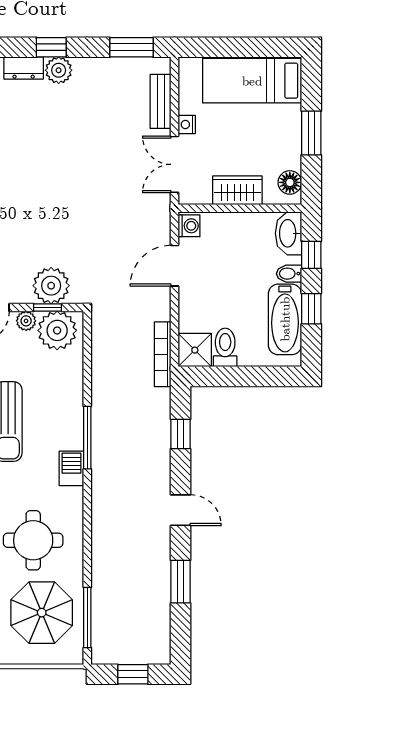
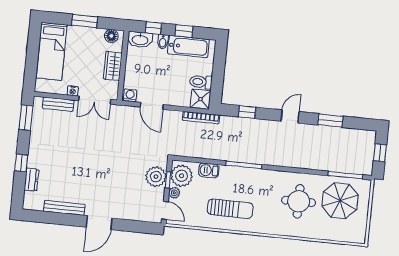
plant: (59, 70) -> (35, 160), removed
barbecue: (71, 468) -> (209, 170), moved

